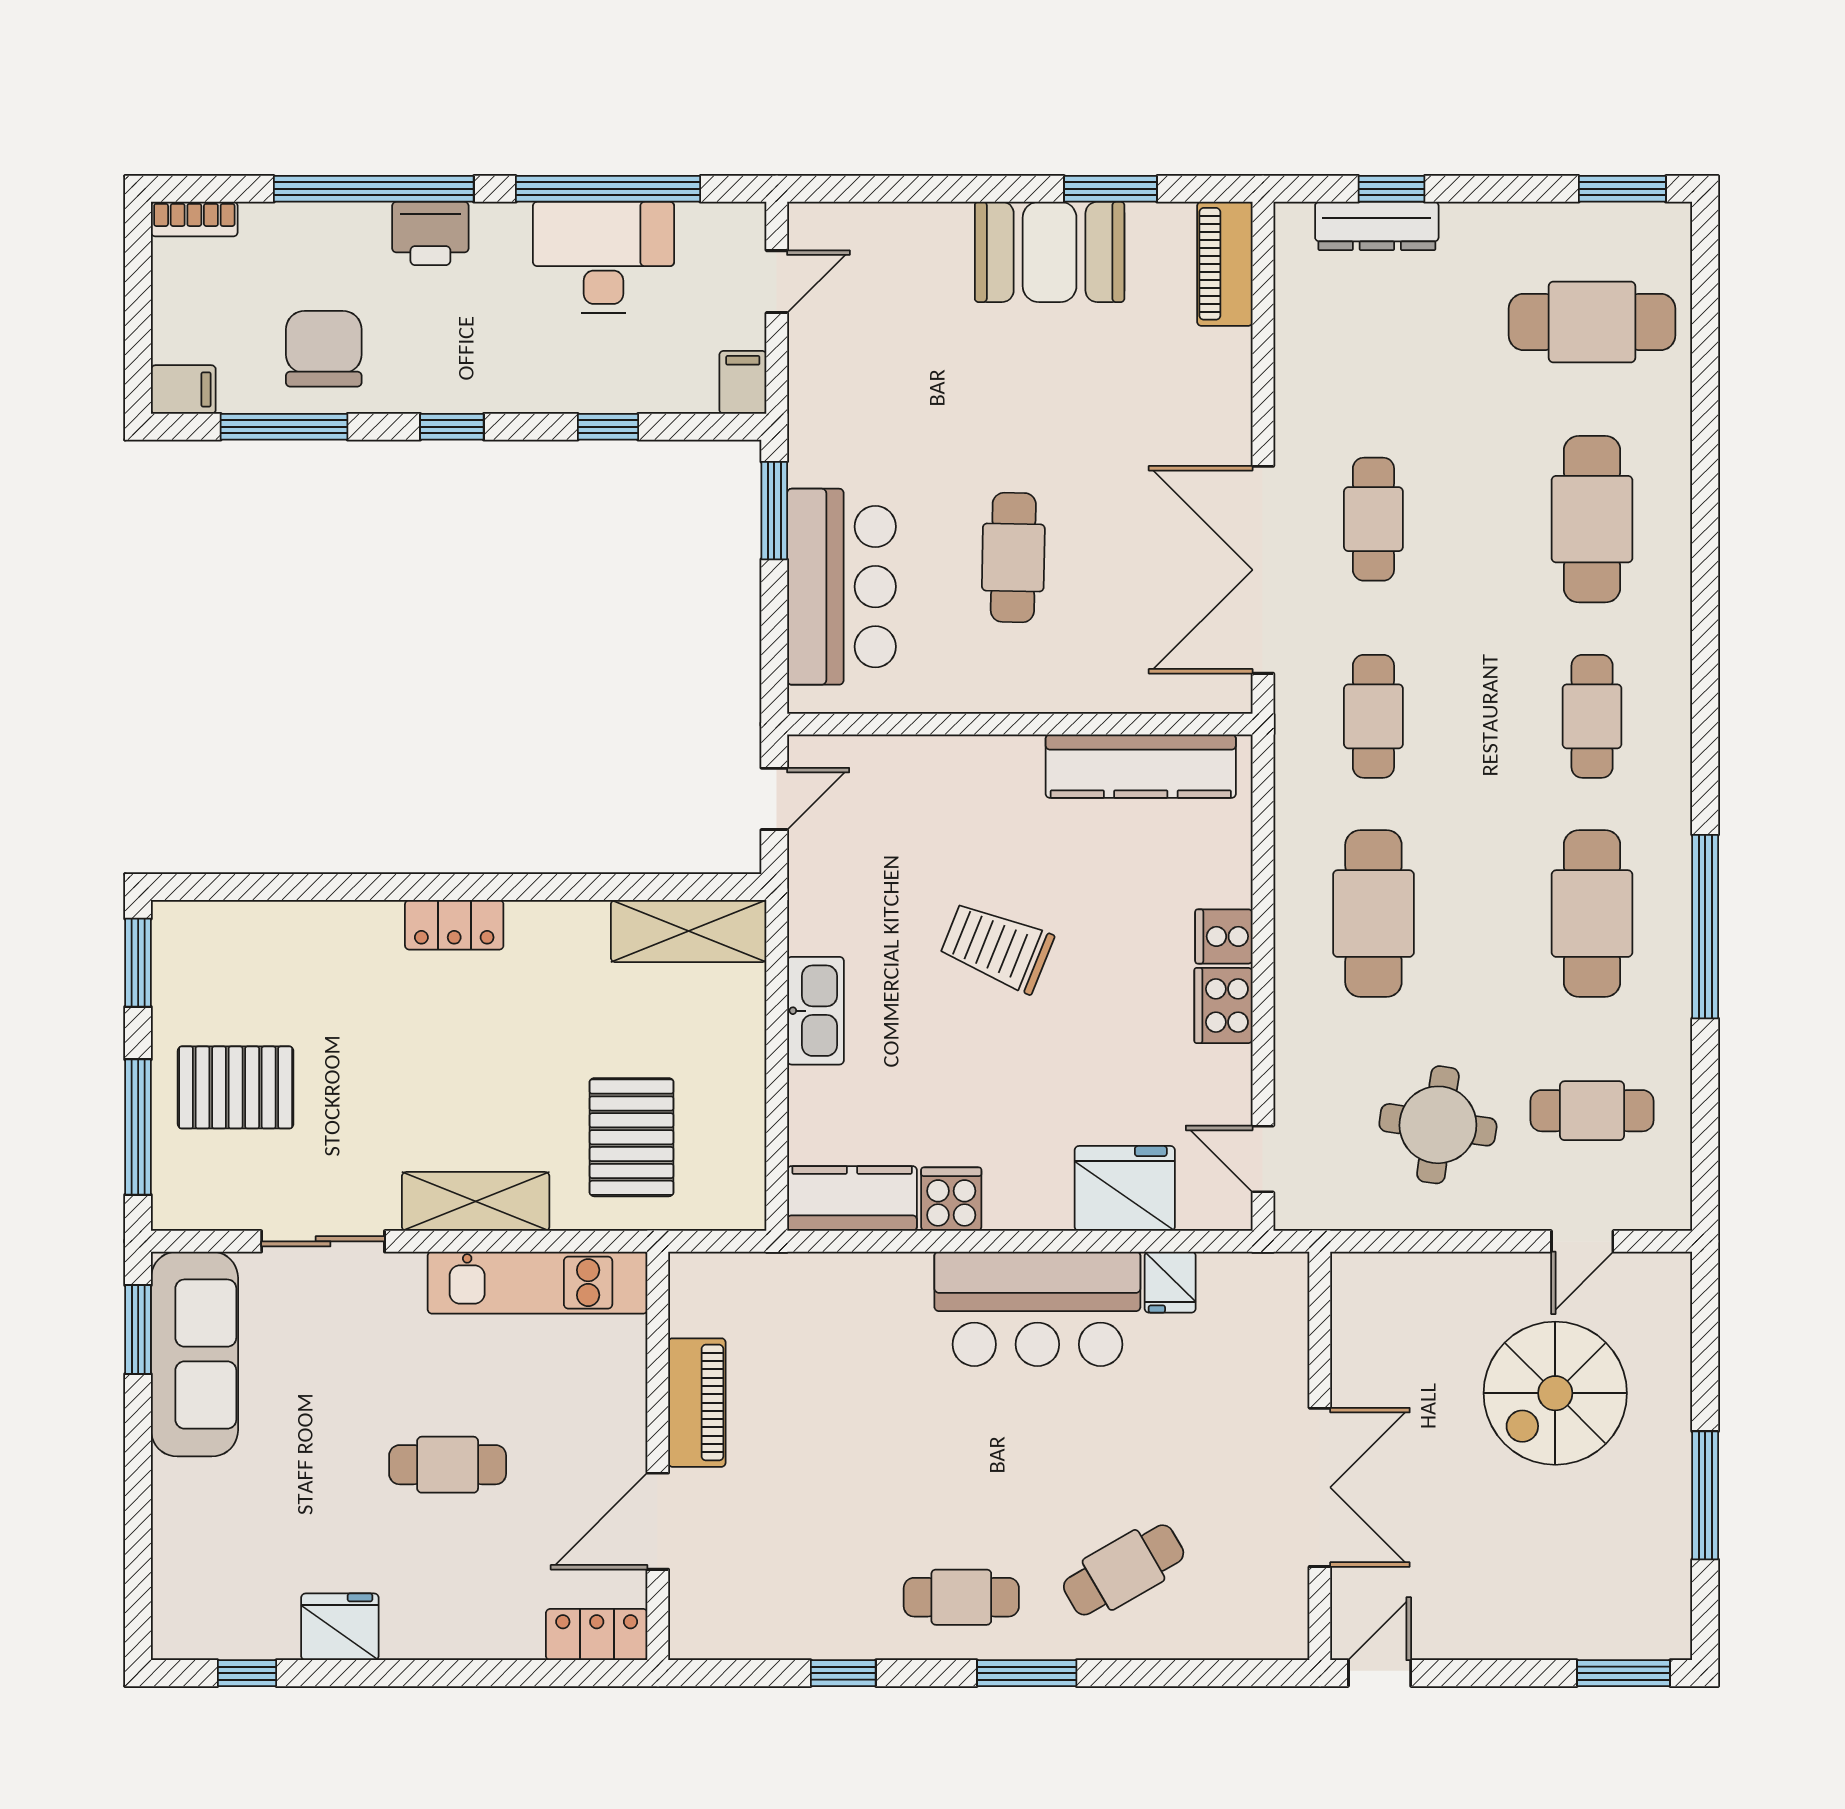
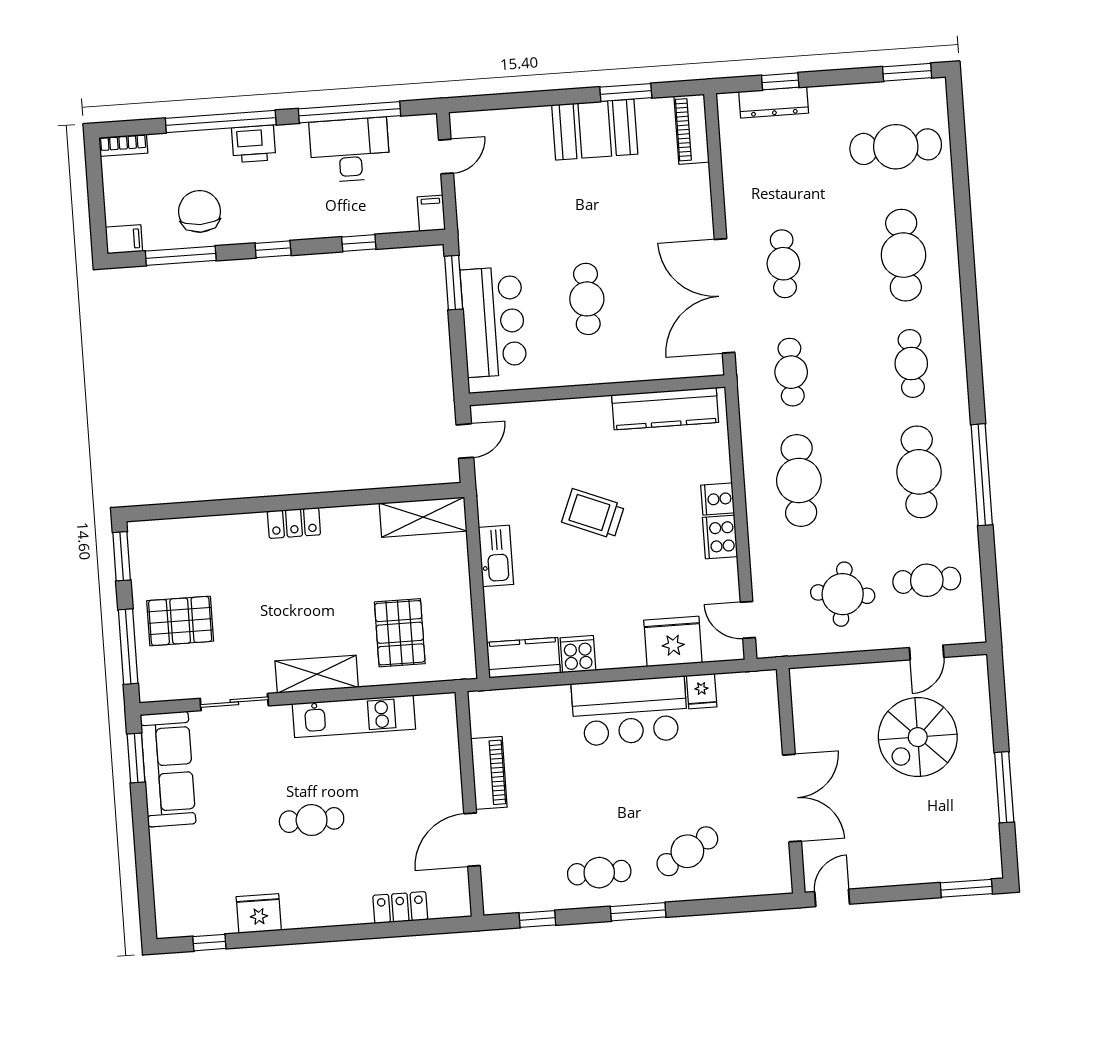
piano: (697, 1403) -> (489, 773), moved
wall: (658, 1456) -> (469, 804), moved
door: (658, 1521) -> (472, 840), moved

